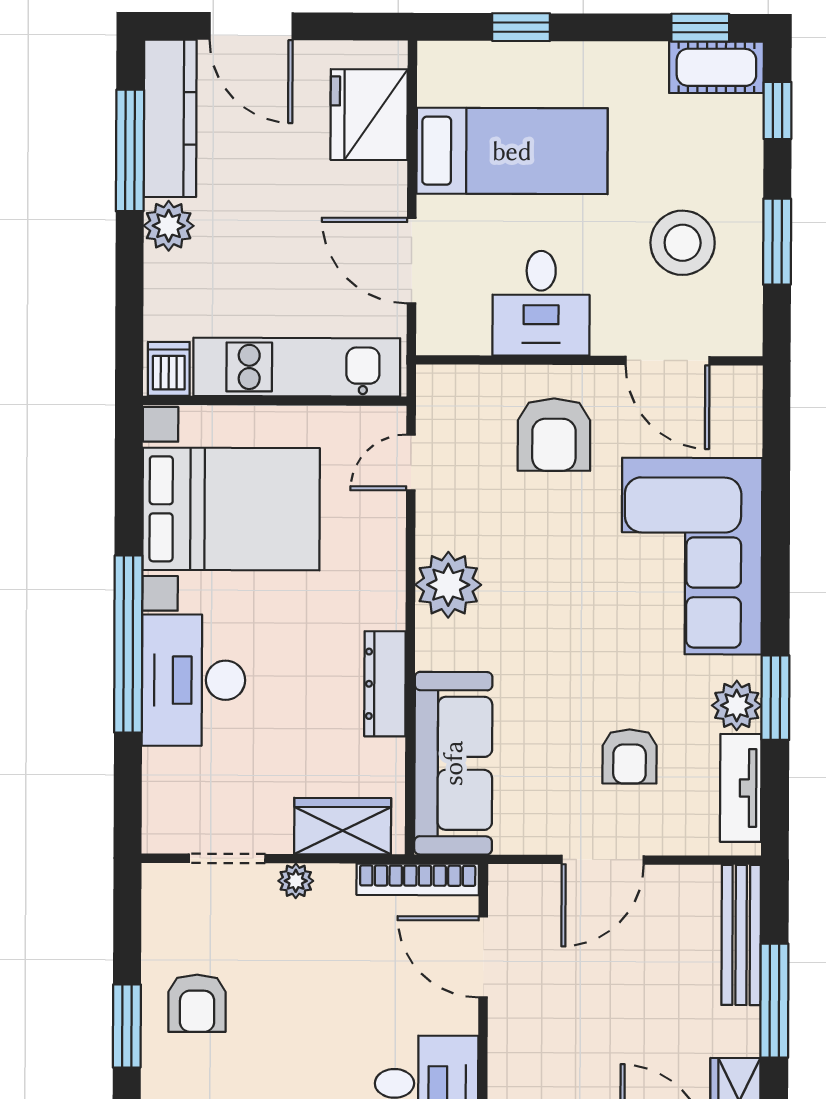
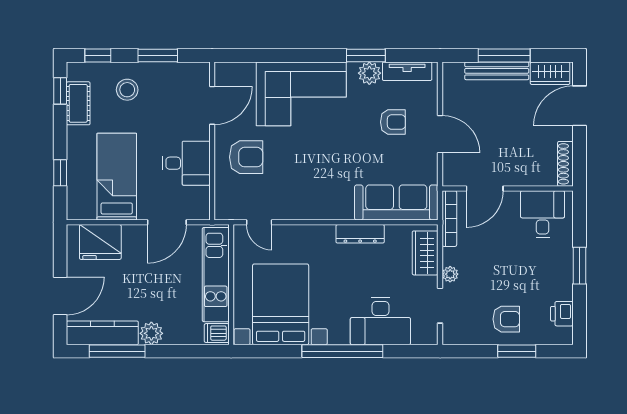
cot: (716, 67) -> (78, 103), moved
stool: (683, 243) -> (127, 90), moved, width x0.73, depth x0.73
plant: (448, 585) -> (315, 205), removed
desk: (194, 680) -> (380, 321), moved
bench: (741, 935) -> (497, 71), moved

